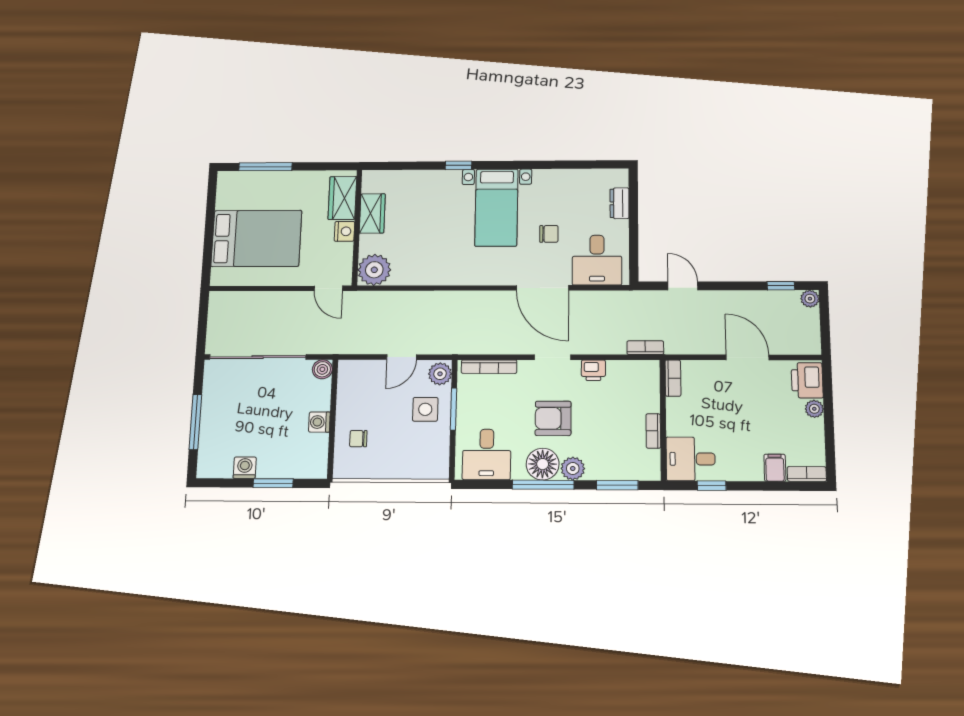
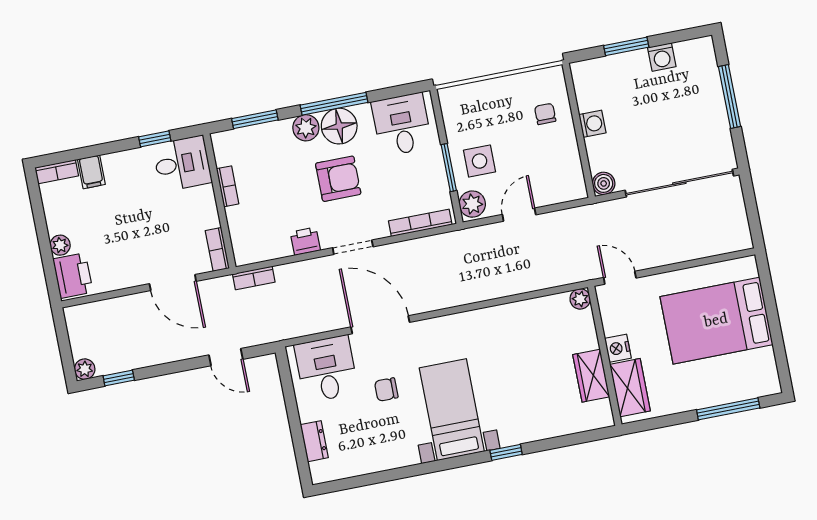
plant: (374, 270) -> (580, 299), width x0.53, depth x0.53
door: (748, 357) -> (173, 282), moved
chair: (358, 439) -> (545, 114), turned -90

